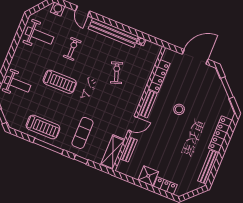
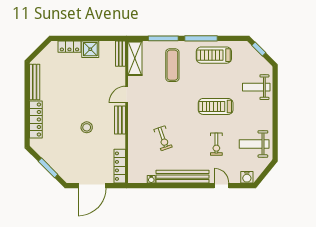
locker: (159, 76) -> (120, 166), moved
bench: (128, 149) -> (120, 54), moved
window: (81, 159) -> (163, 38), width x2.17

